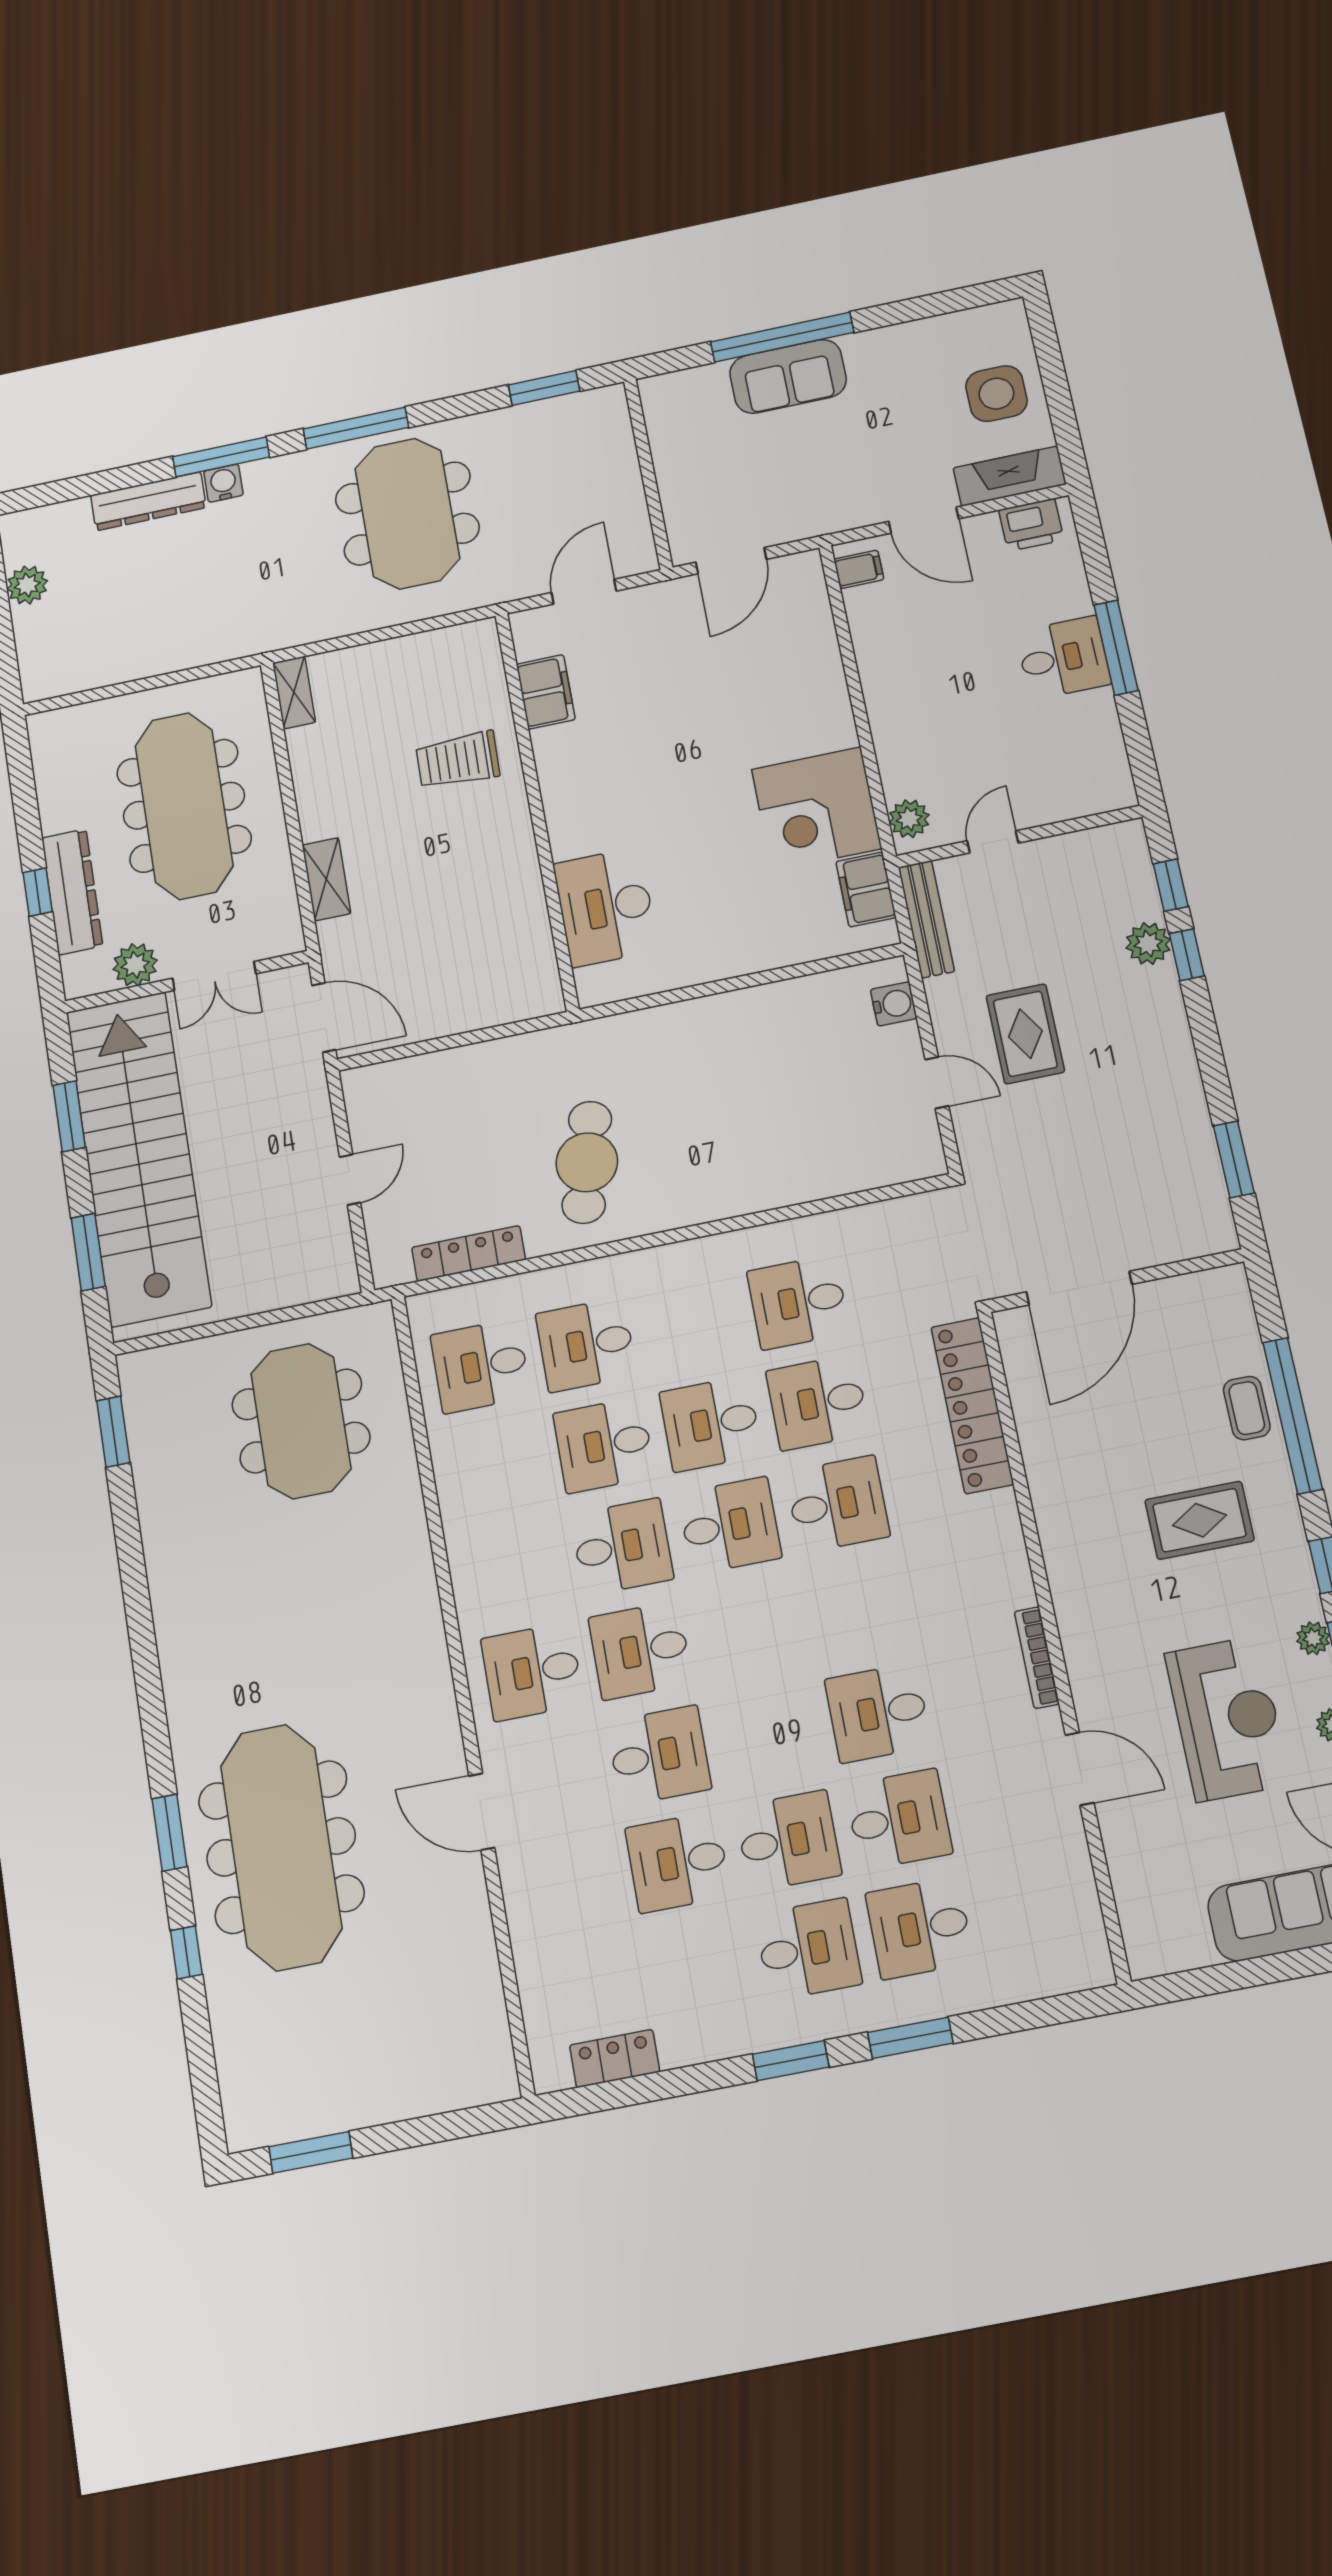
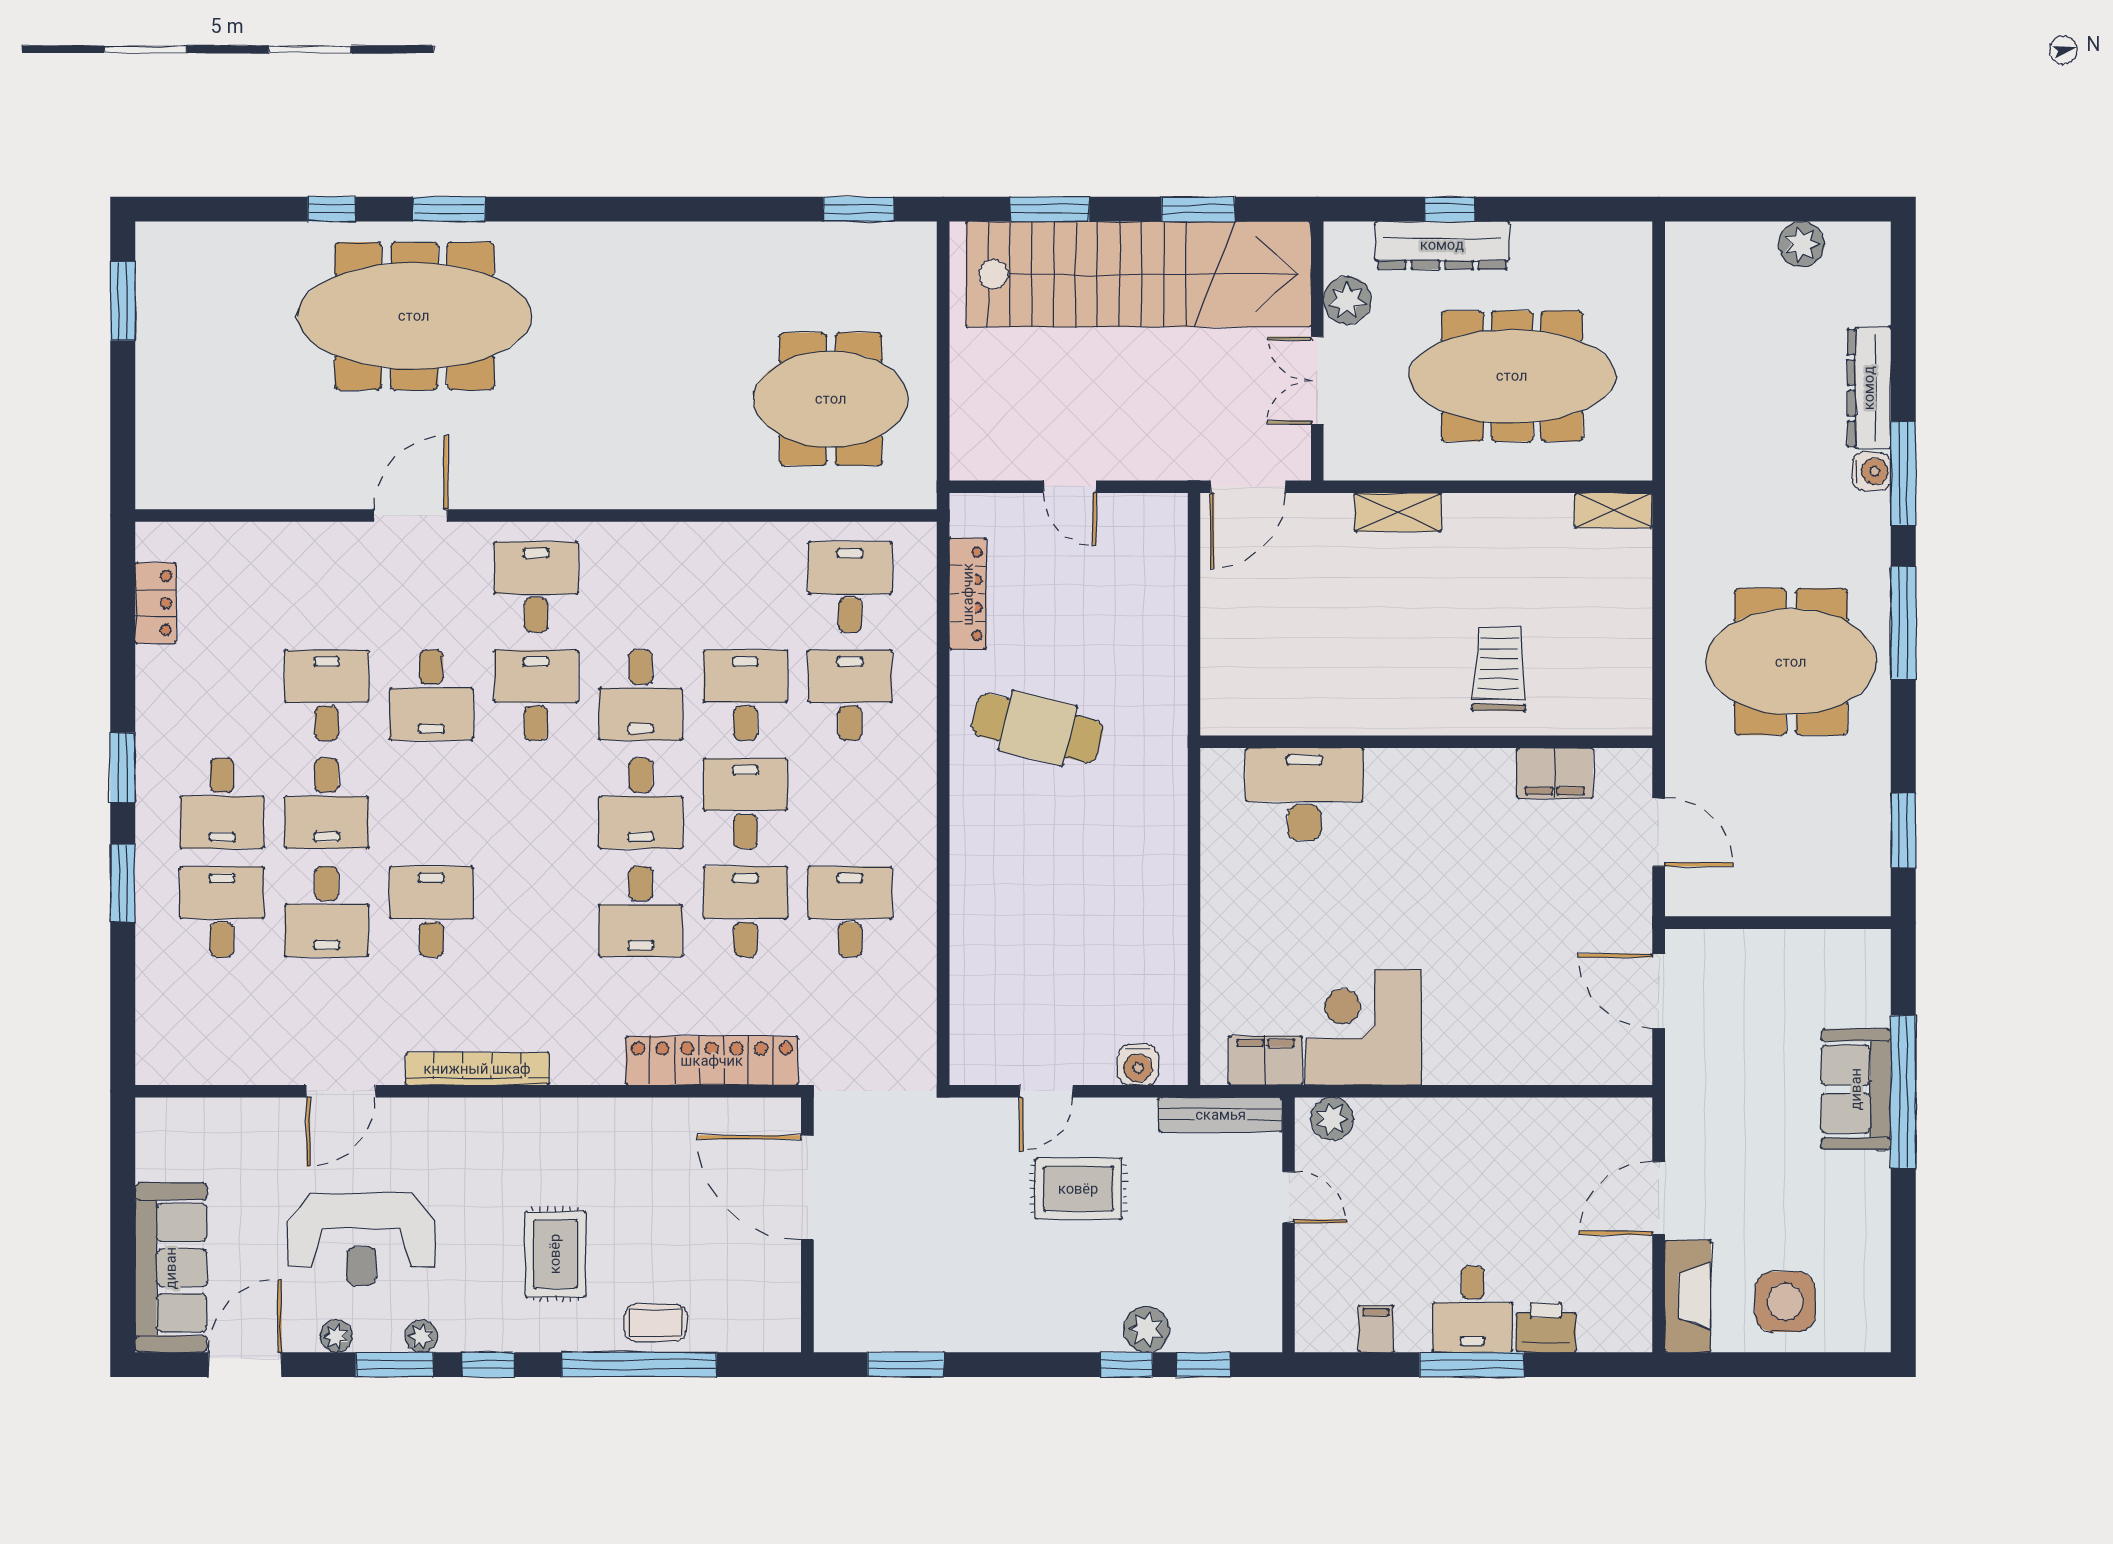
printer: (1031, 525) -> (1546, 1328), moved, turned 90
filing cabinet: (859, 569) -> (1376, 1329), moved, turned 180
bookcase: (1037, 1658) -> (477, 1069), width x1.48, depth x1.31

